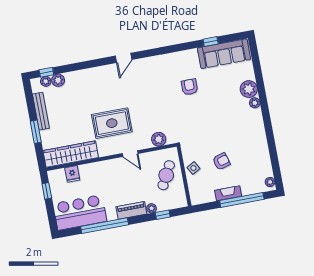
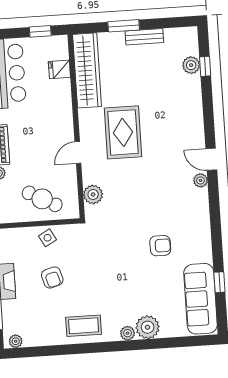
window: (46, 72) -> (205, 66), moved
plant: (46, 81) -> (201, 180), moved
bench: (41, 111) -> (144, 37), width x0.73
coffee table: (253, 135) -> (84, 326), added

